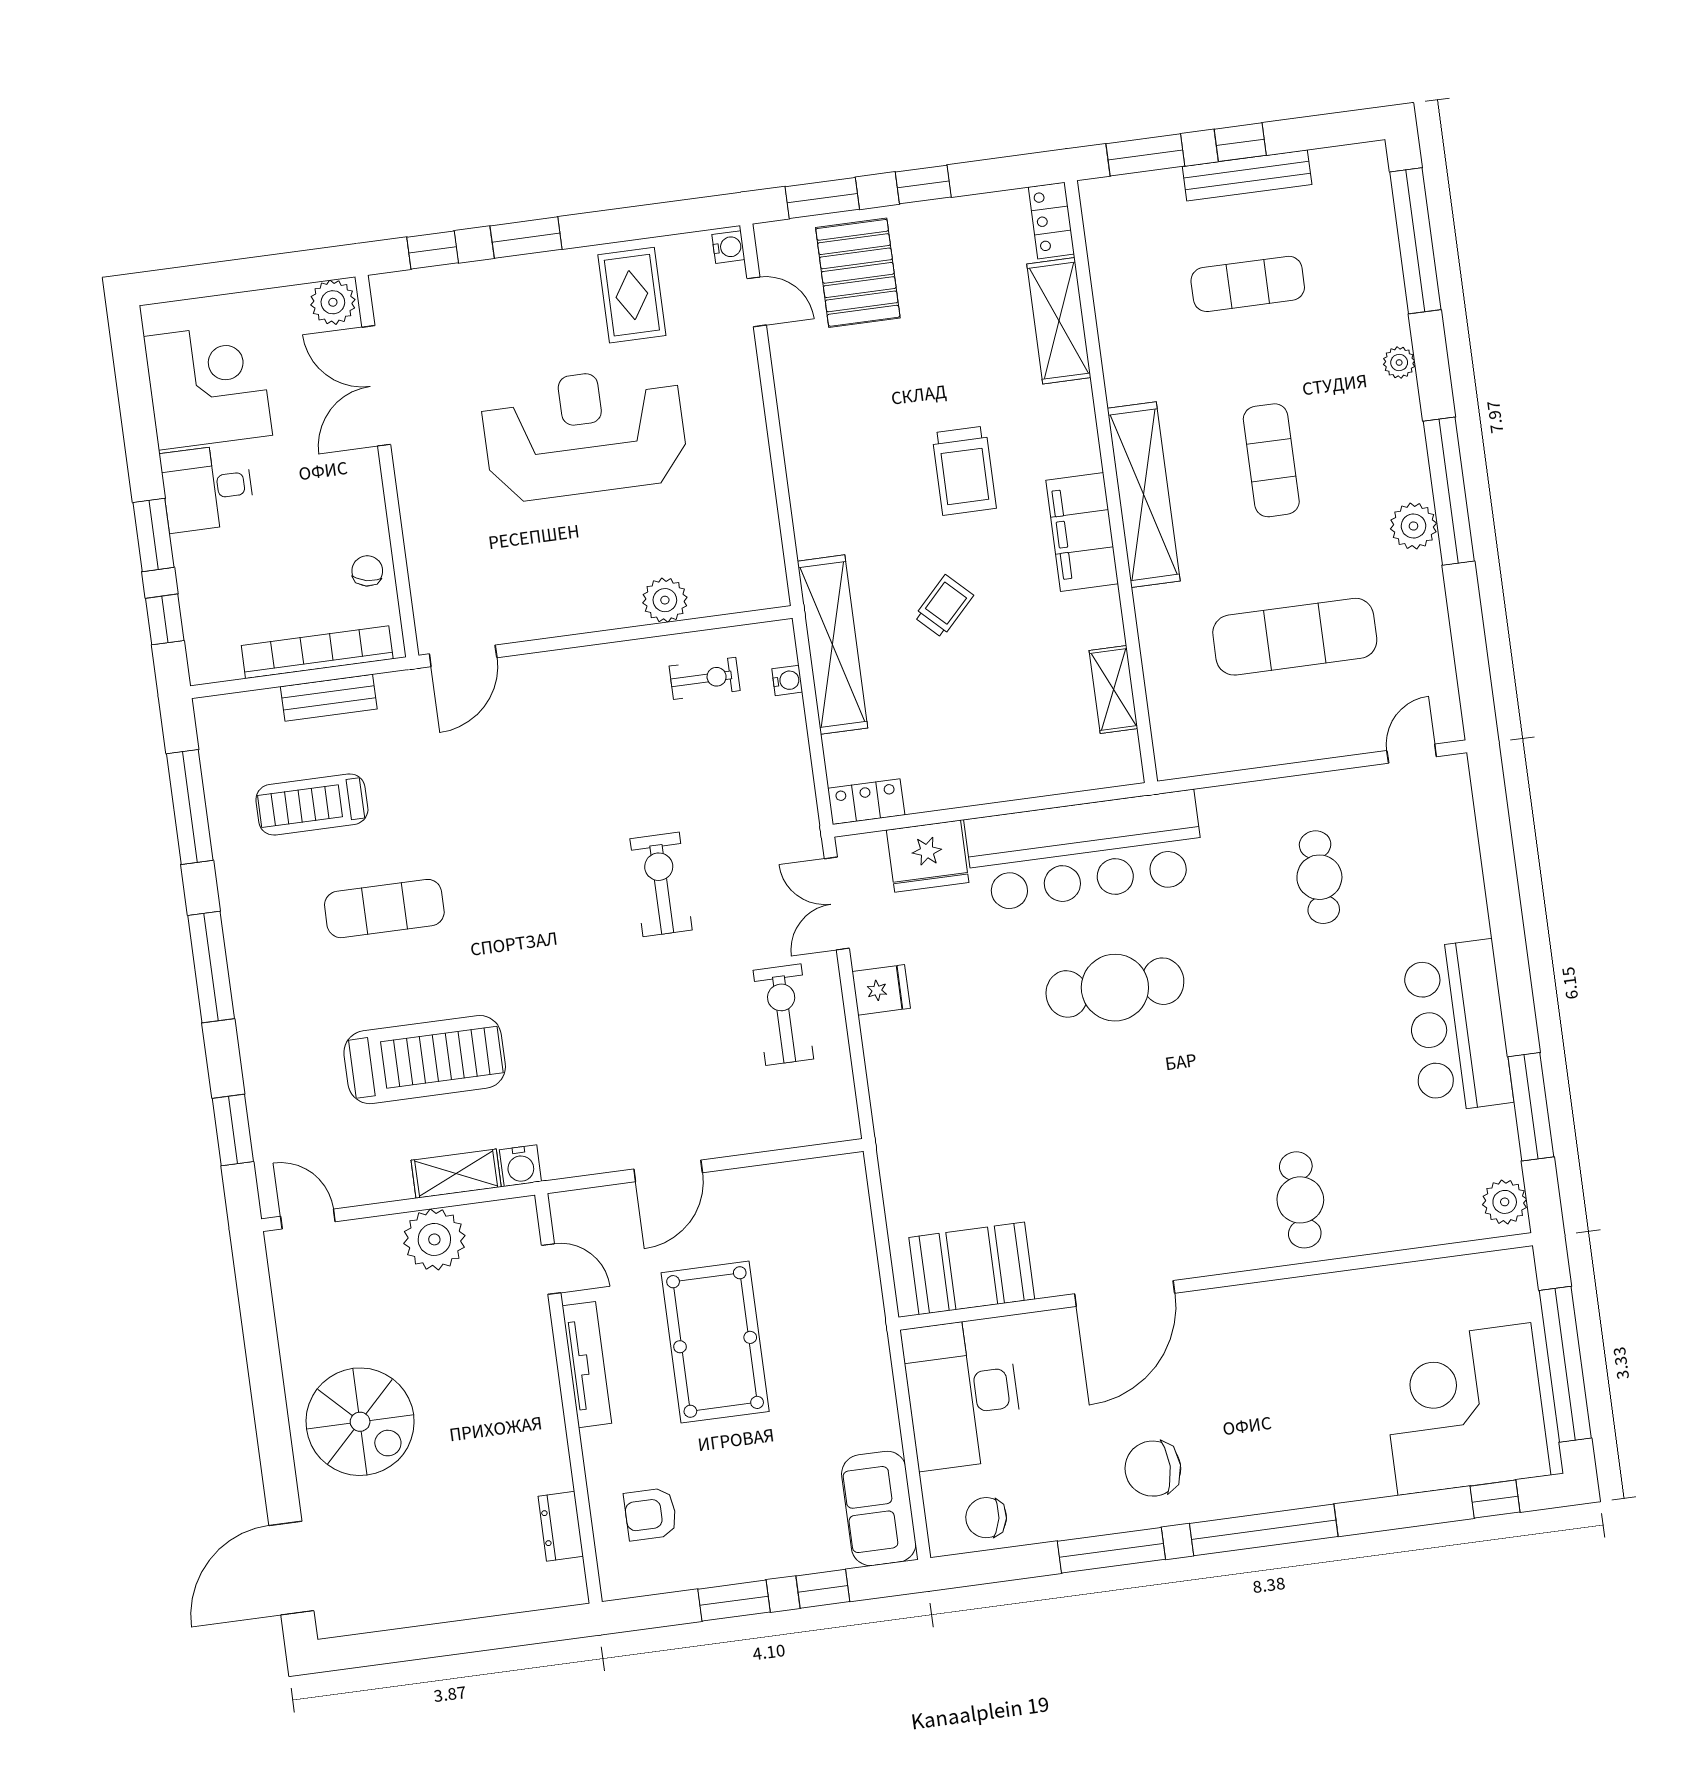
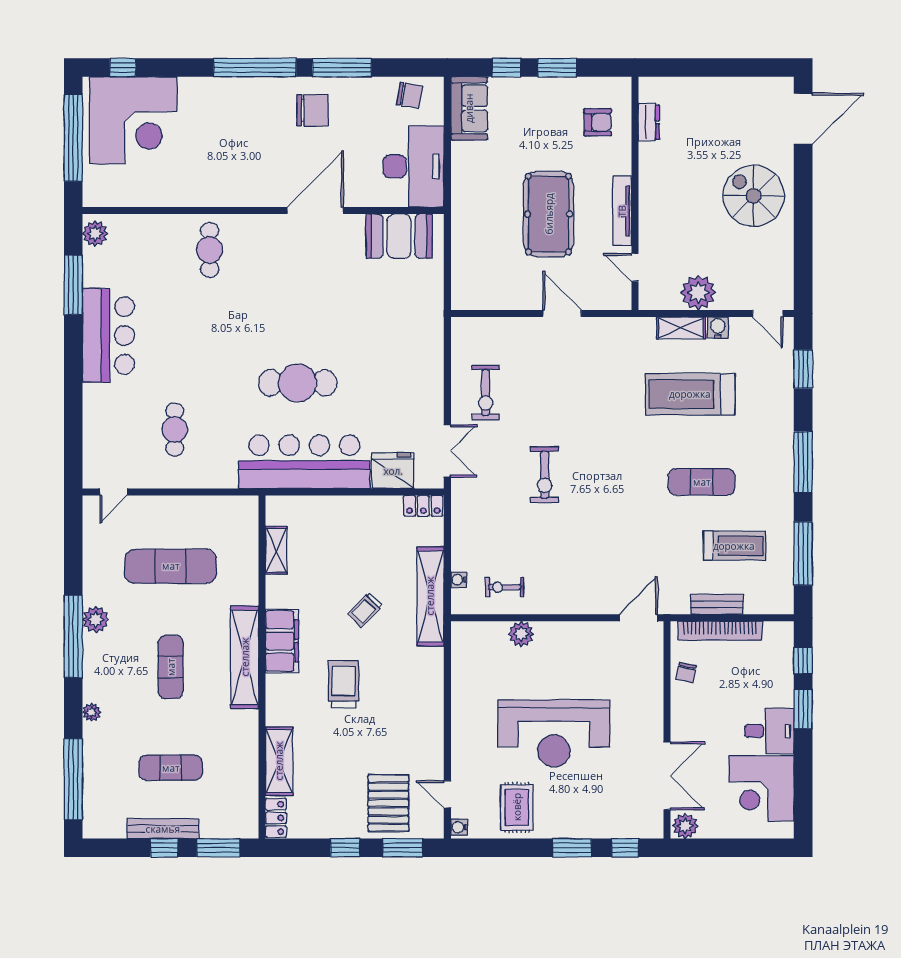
fridge: (881, 990) -> (429, 399), removed
water cooler: (520, 1166) -> (718, 328), moved
door: (668, 1171) -> (562, 314), hinge flipped

